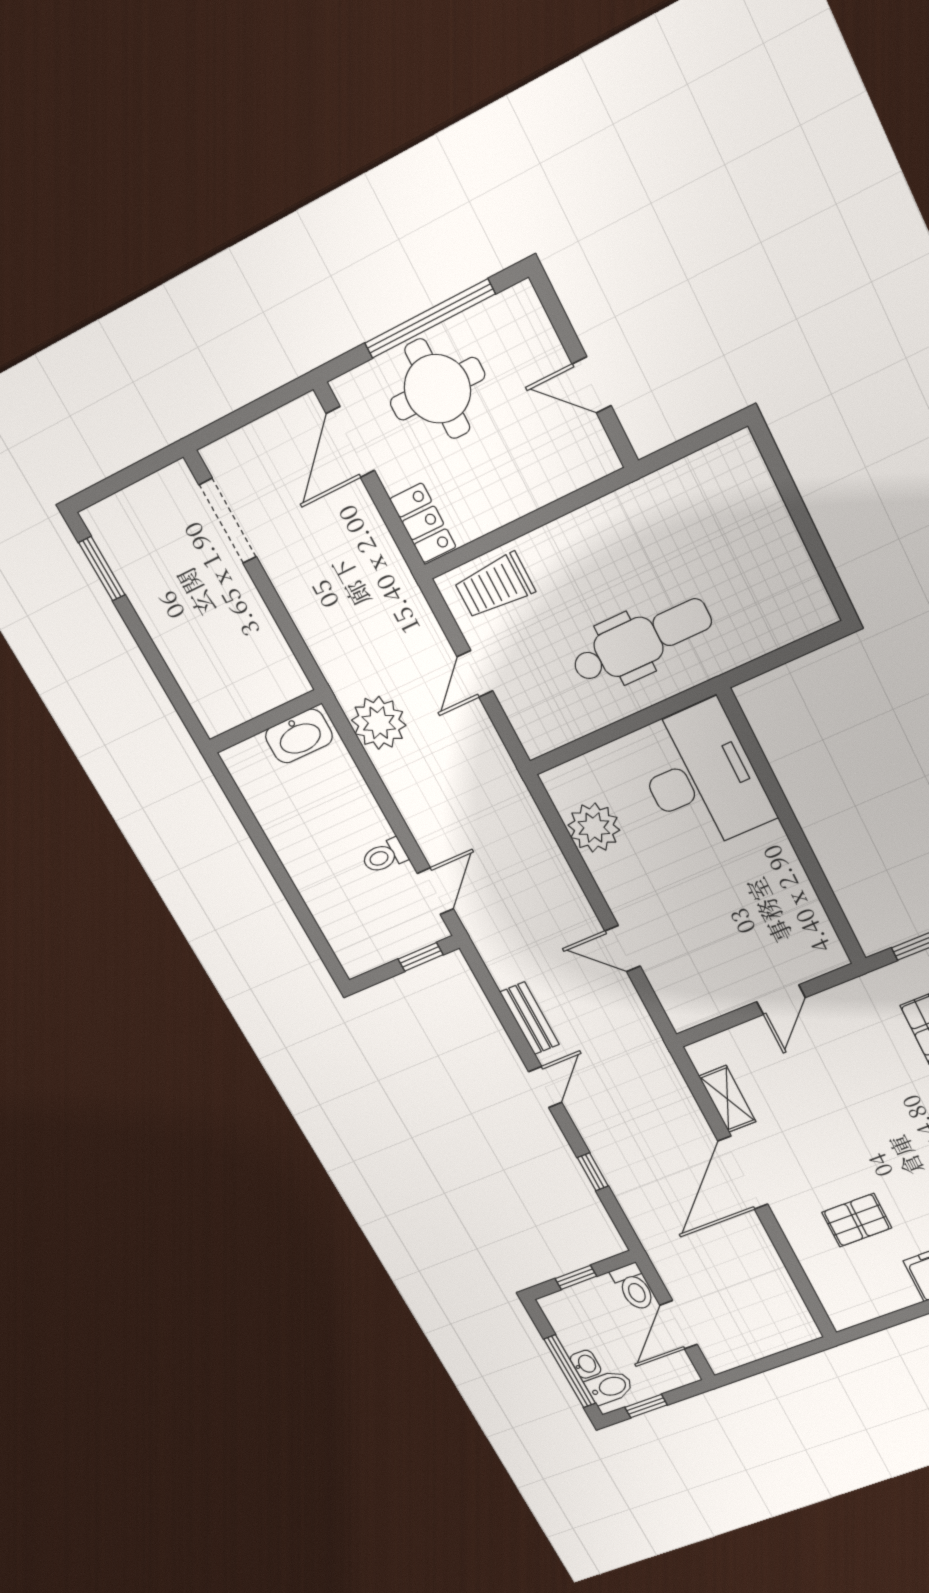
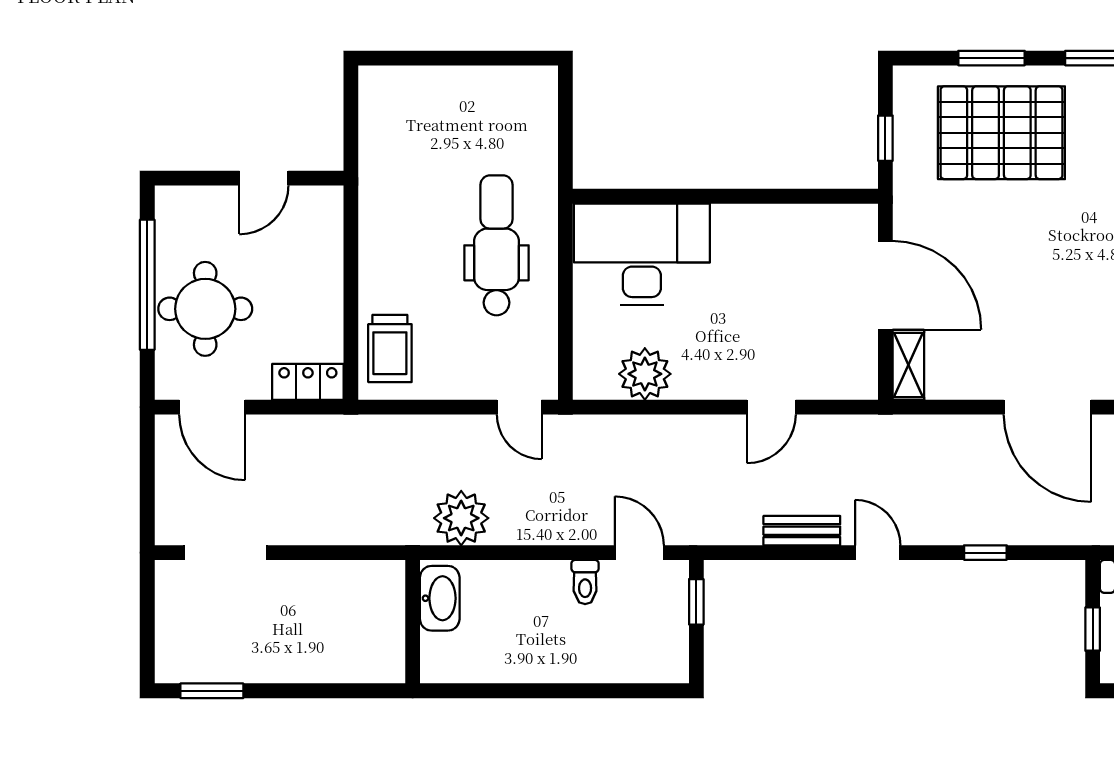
door: (475, 674) -> (519, 407), moved
door: (781, 1000) -> (885, 285), width x1.88
shelving: (727, 1099) -> (908, 365), moved, turned 90

